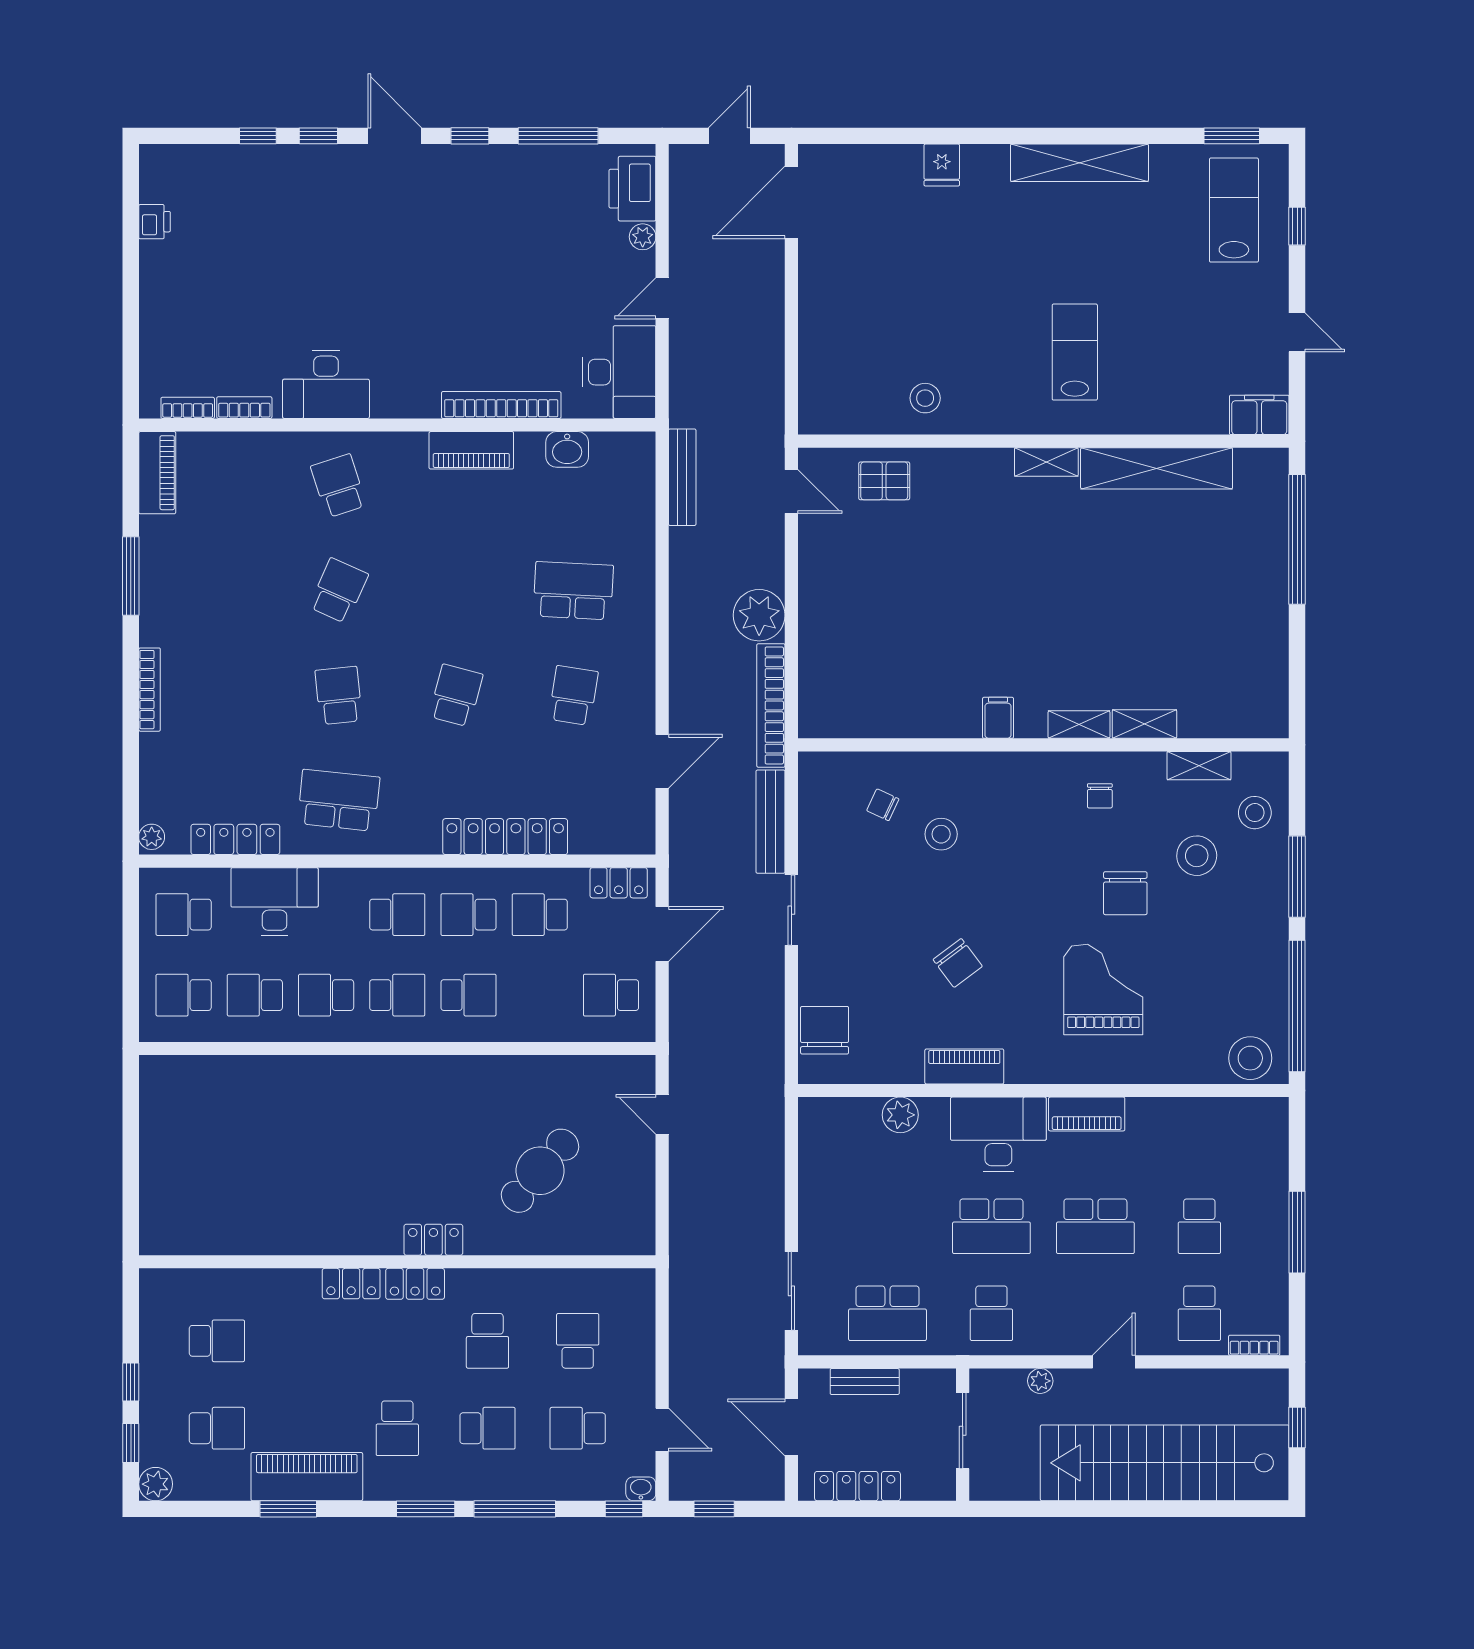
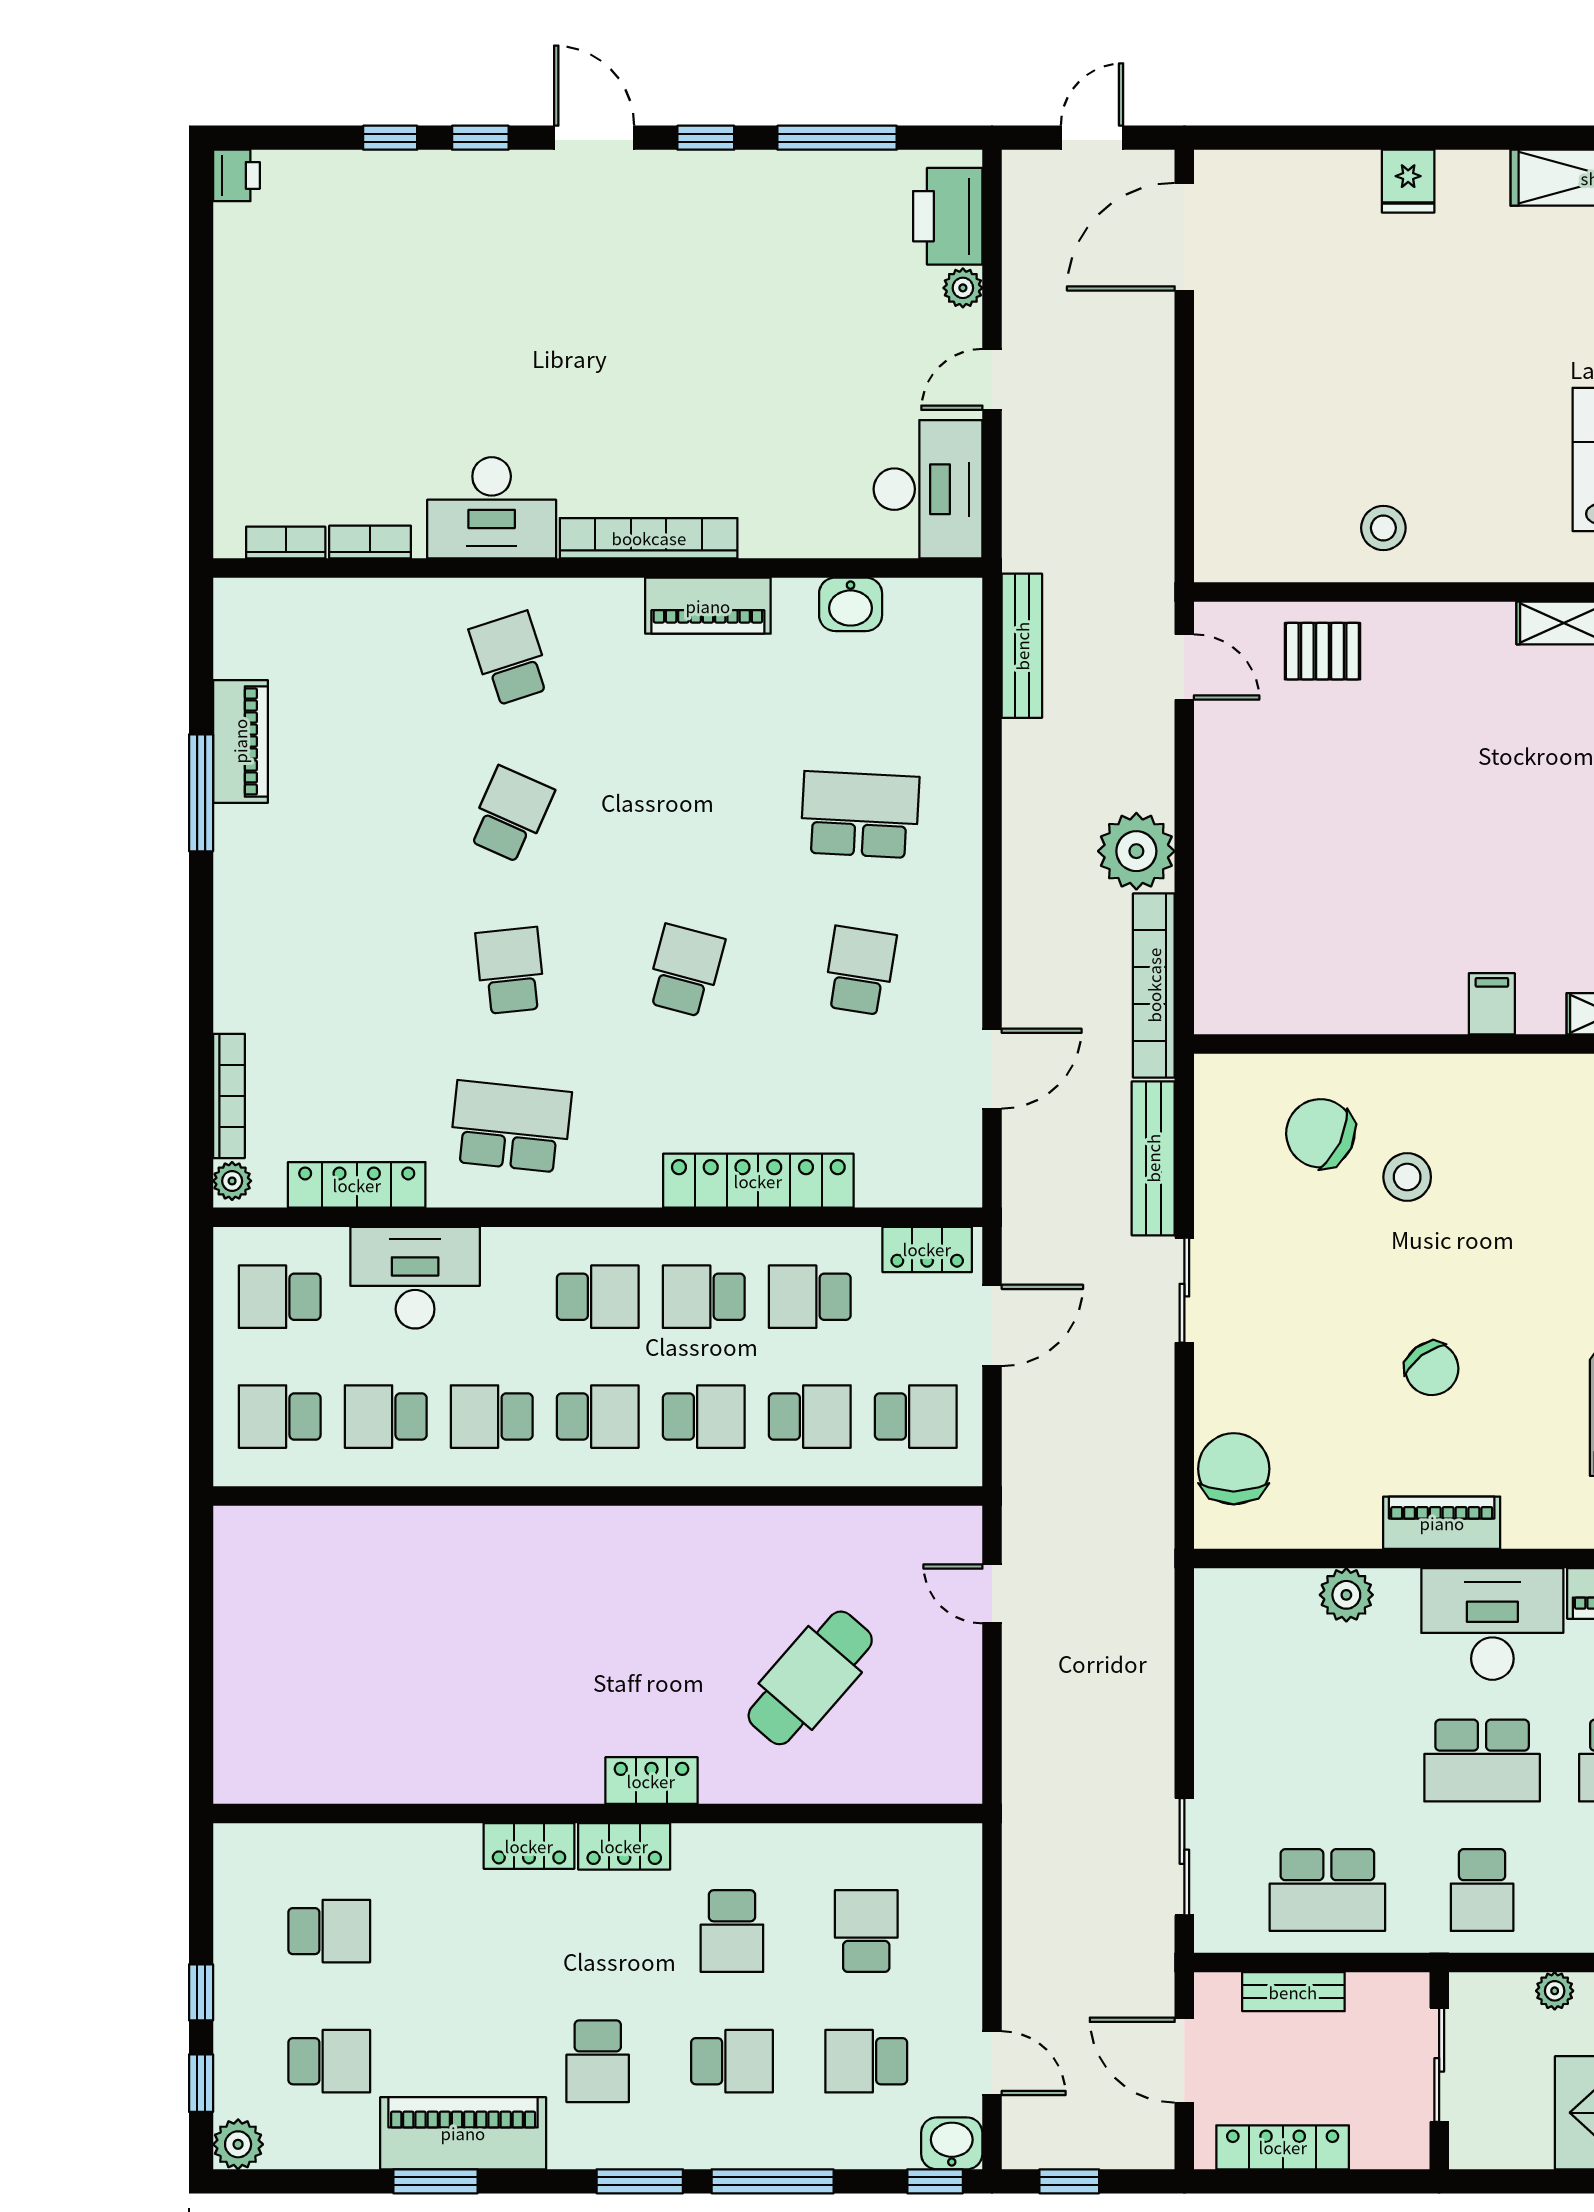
printer: (155, 222) -> (236, 175), moved
bookcase: (501, 405) -> (649, 538), moved
piano: (157, 473) -> (240, 741), moved
bookcase: (150, 690) -> (229, 1096), moved
chair: (883, 805) -> (1320, 1133), width x1.87, depth x1.87
school desk: (540, 995) -> (810, 1417), added
school desk: (611, 995) -> (916, 1417), turned 180
washbasin: (641, 1489) -> (952, 2143), width x1.38, depth x1.45

